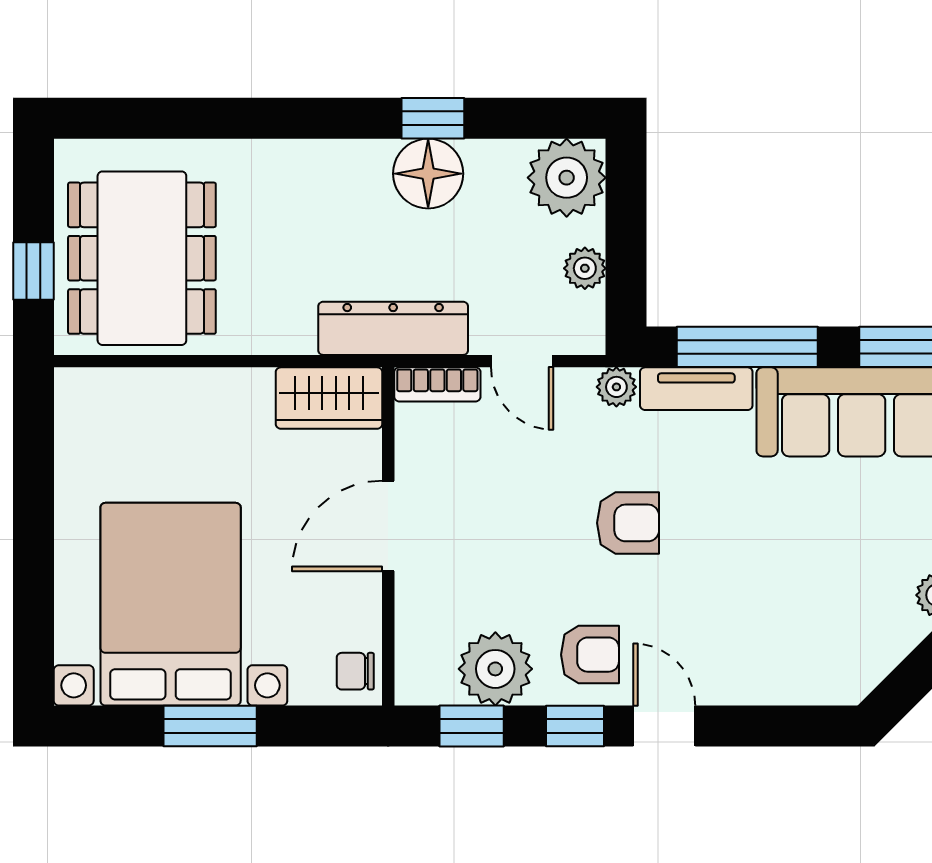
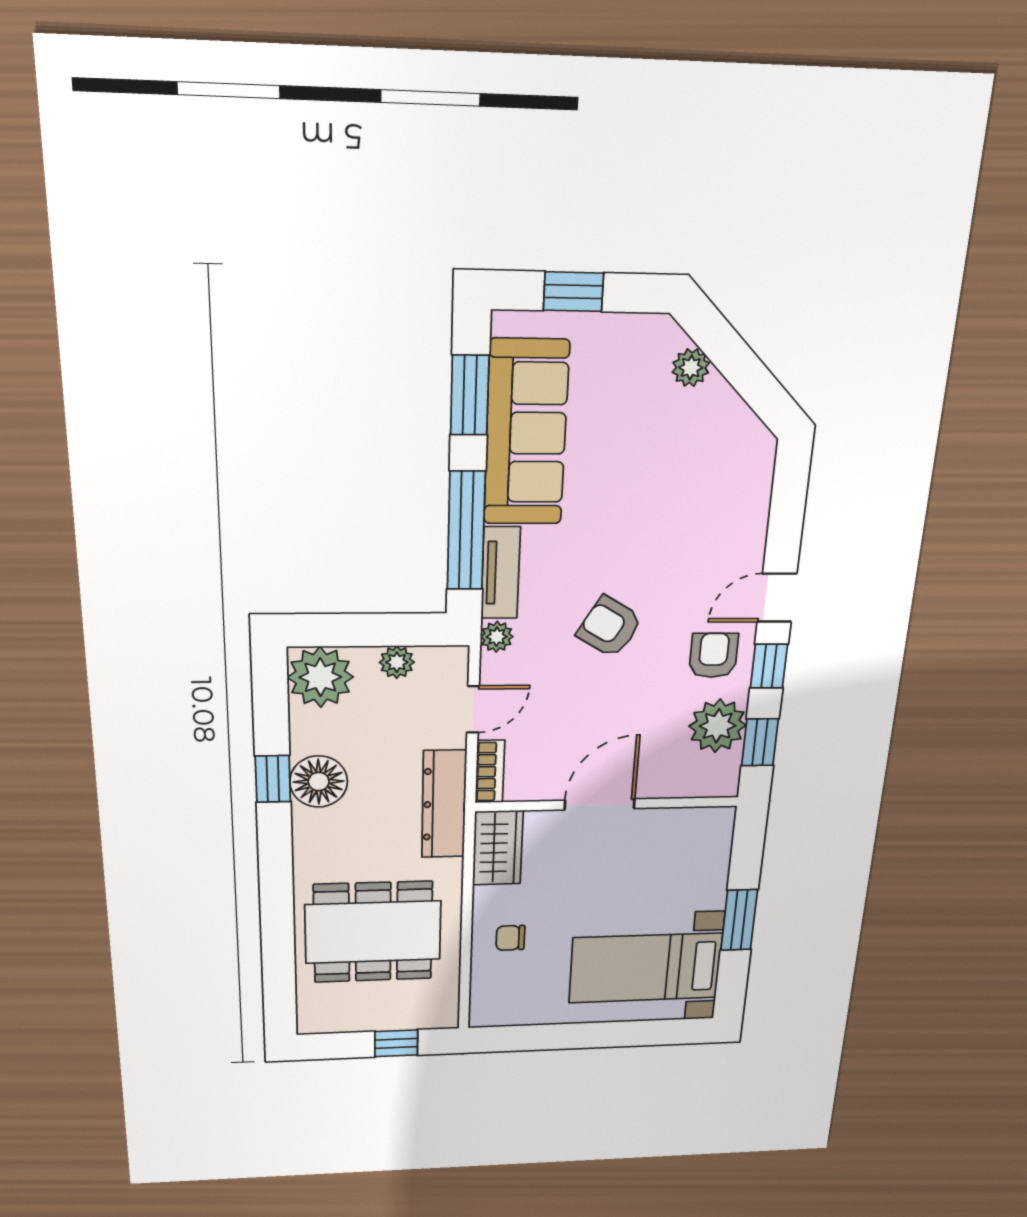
dining table: (142, 258) -> (373, 932), moved
armchair: (628, 523) -> (610, 627), turned -59
door: (388, 526) -> (600, 804), swing flipped
bed with nightstands: (171, 604) -> (646, 968), width x0.73
chair: (355, 671) -> (510, 938), moved, turned 90

